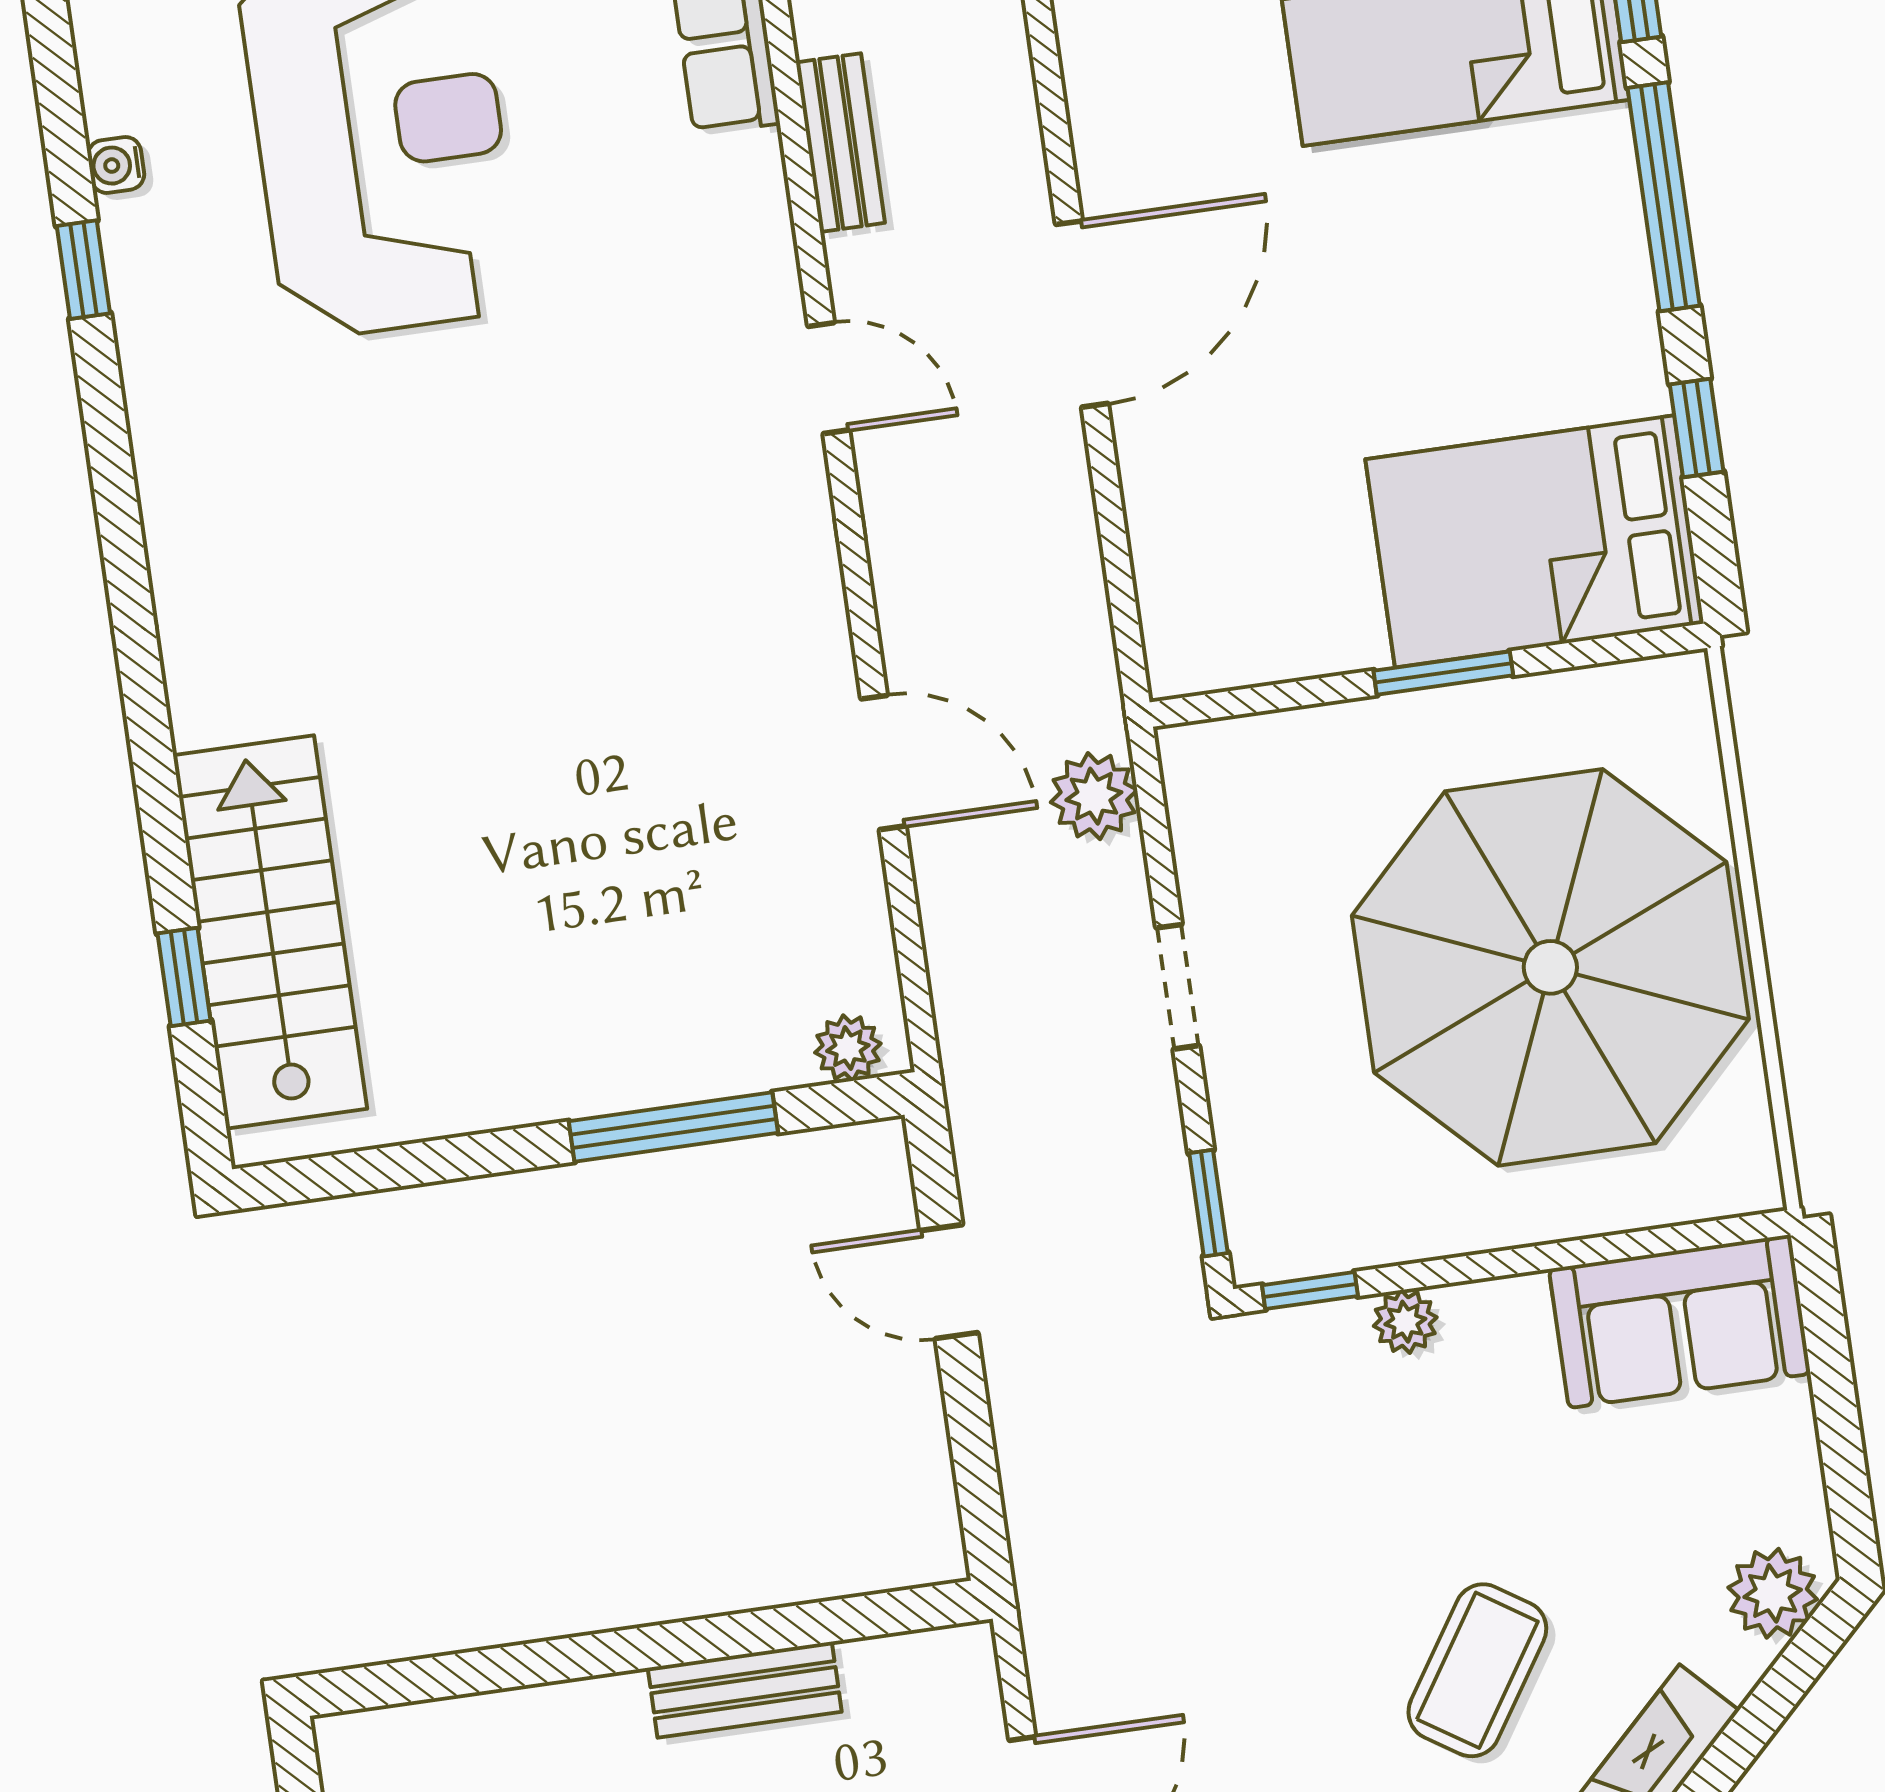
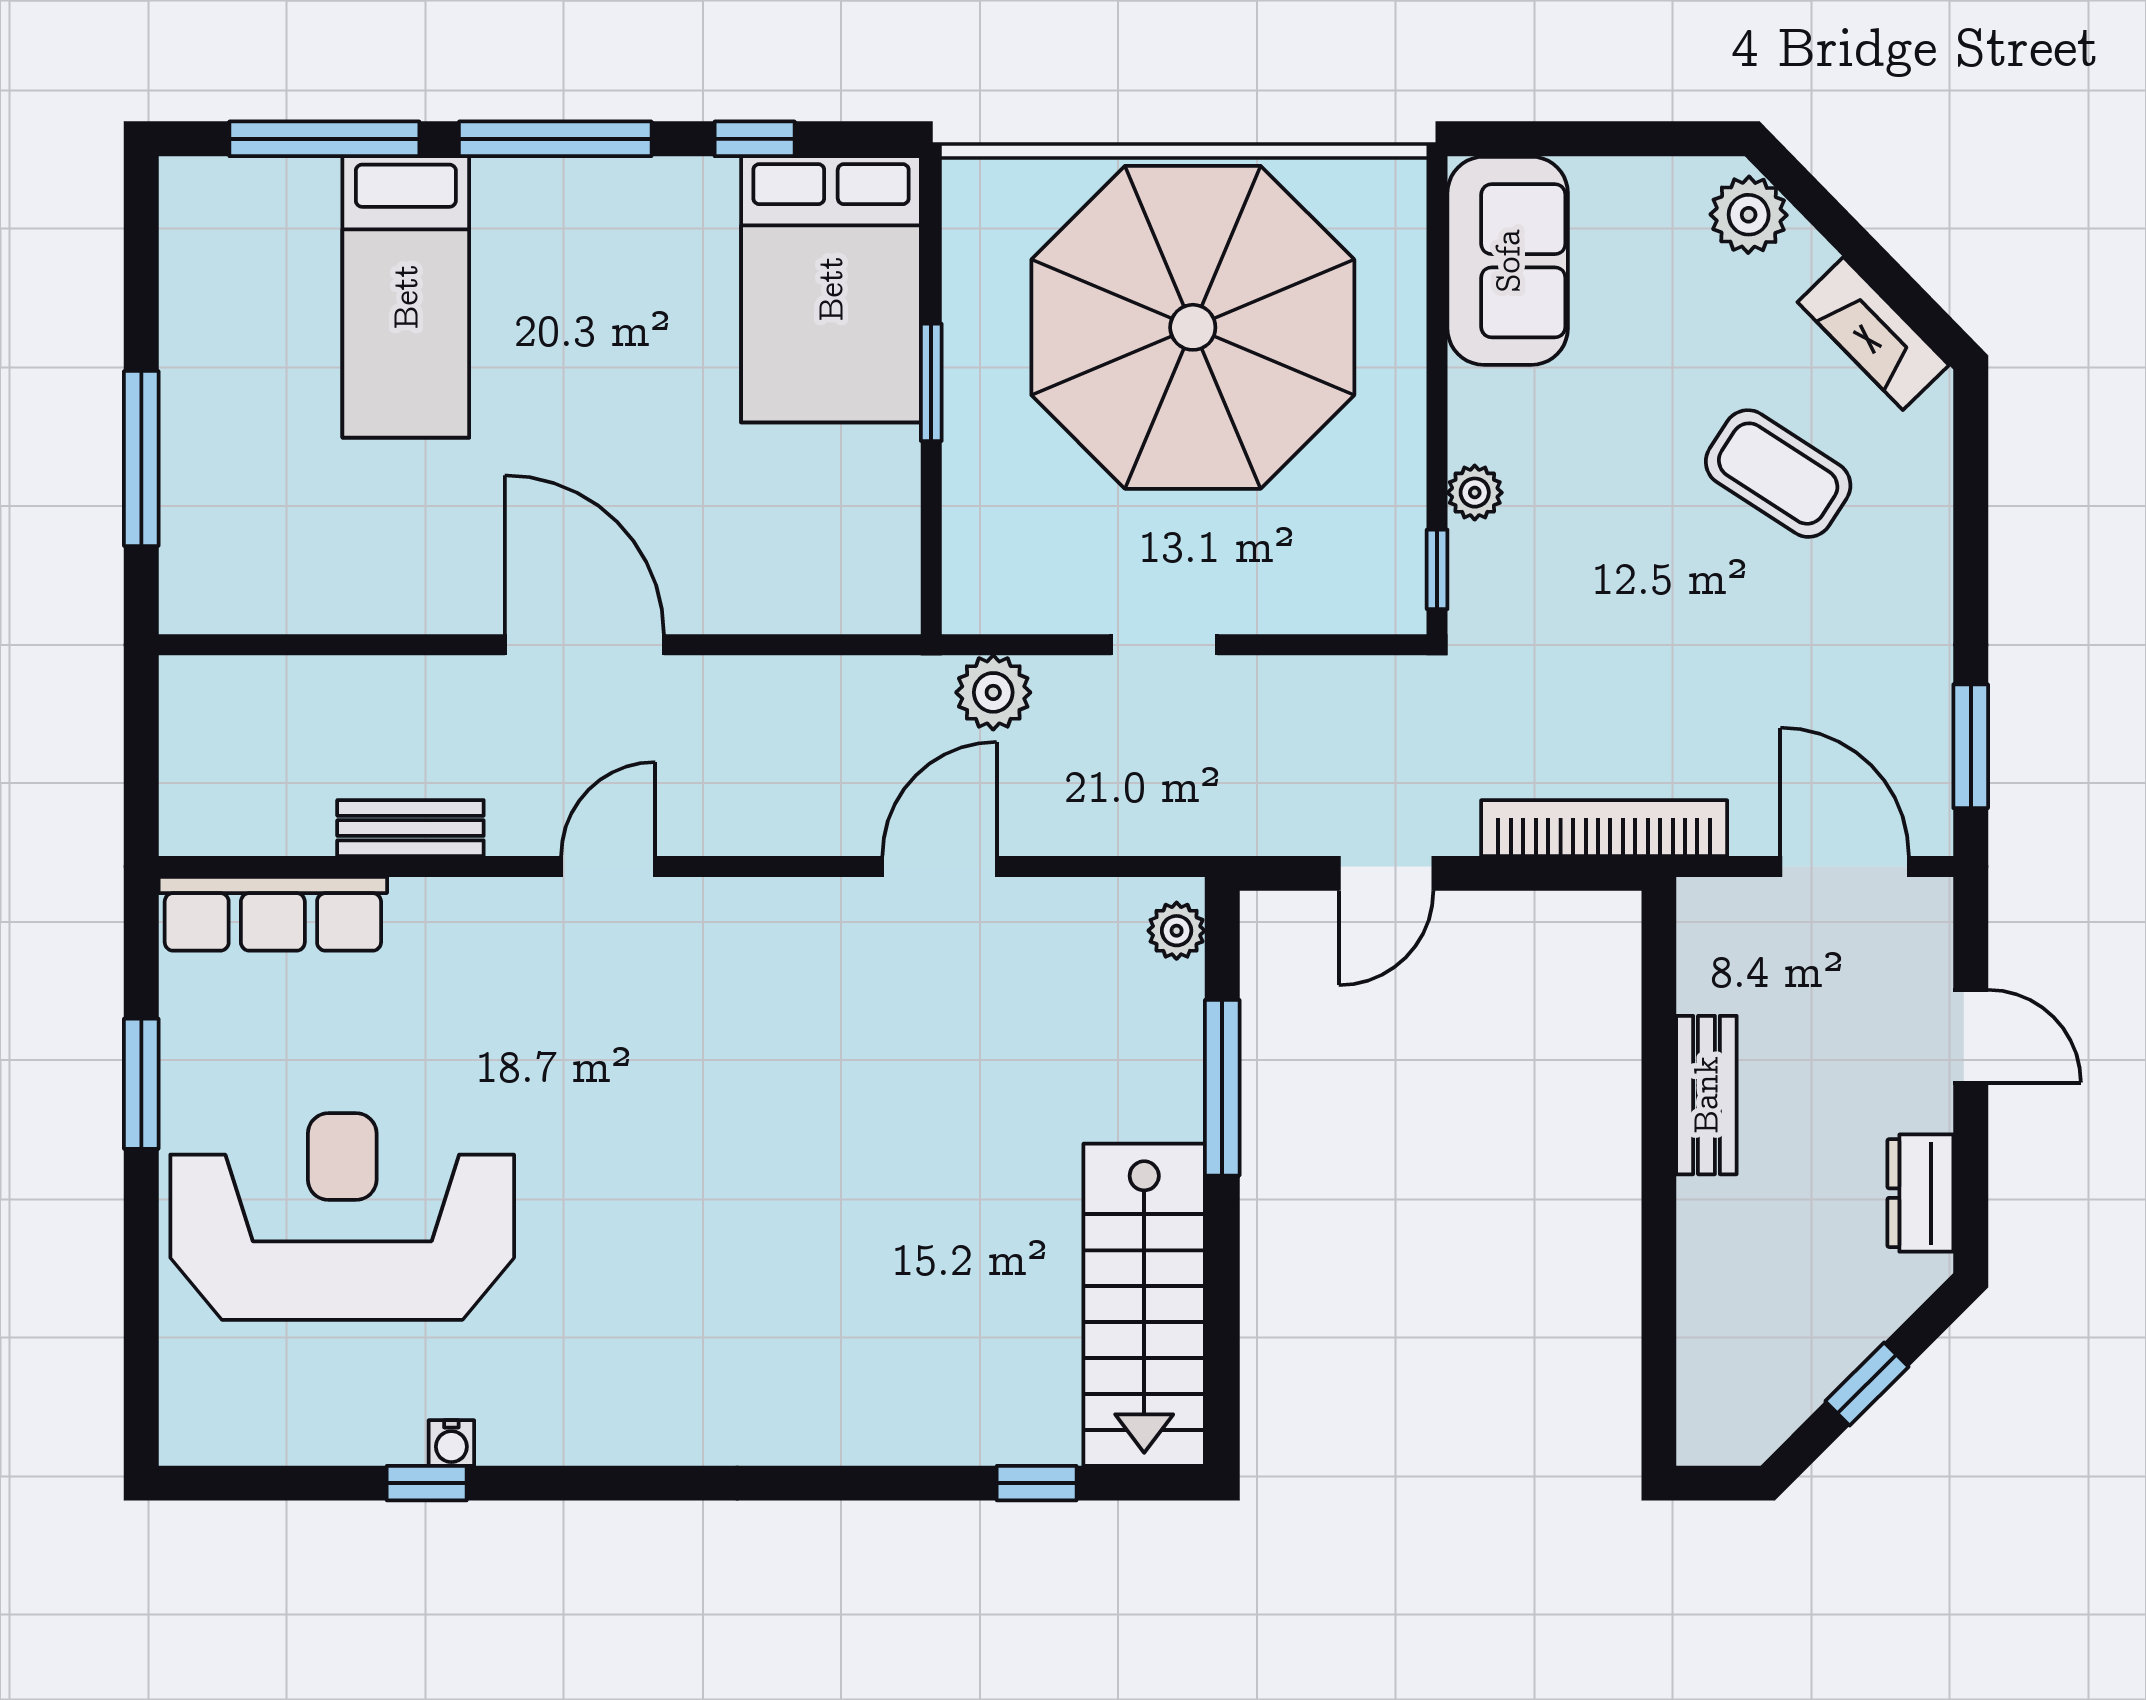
water cooler: (116, 165) -> (451, 1443), moved
stairs: (270, 932) -> (1144, 1305), moved, turned -90
window: (1208, 1203) -> (1351, 645), removed
bookcase: (1037, 1527) -> (1604, 828), added

